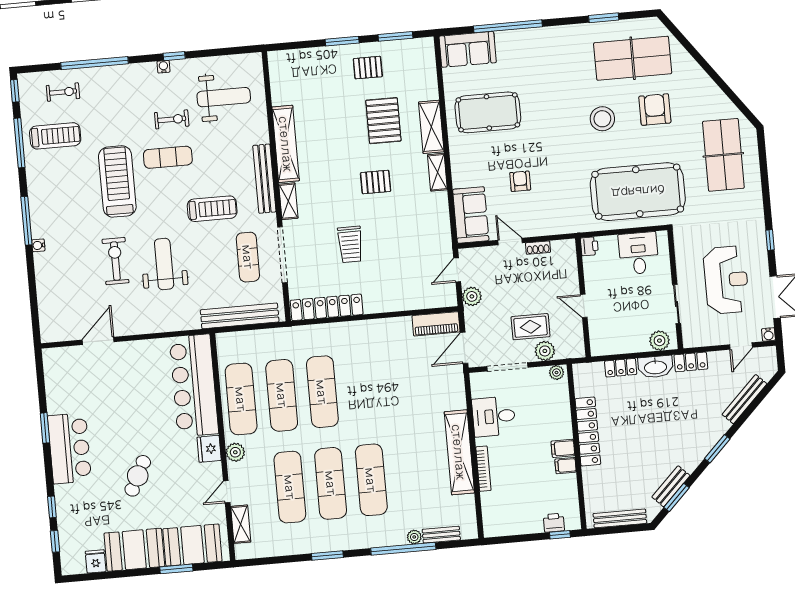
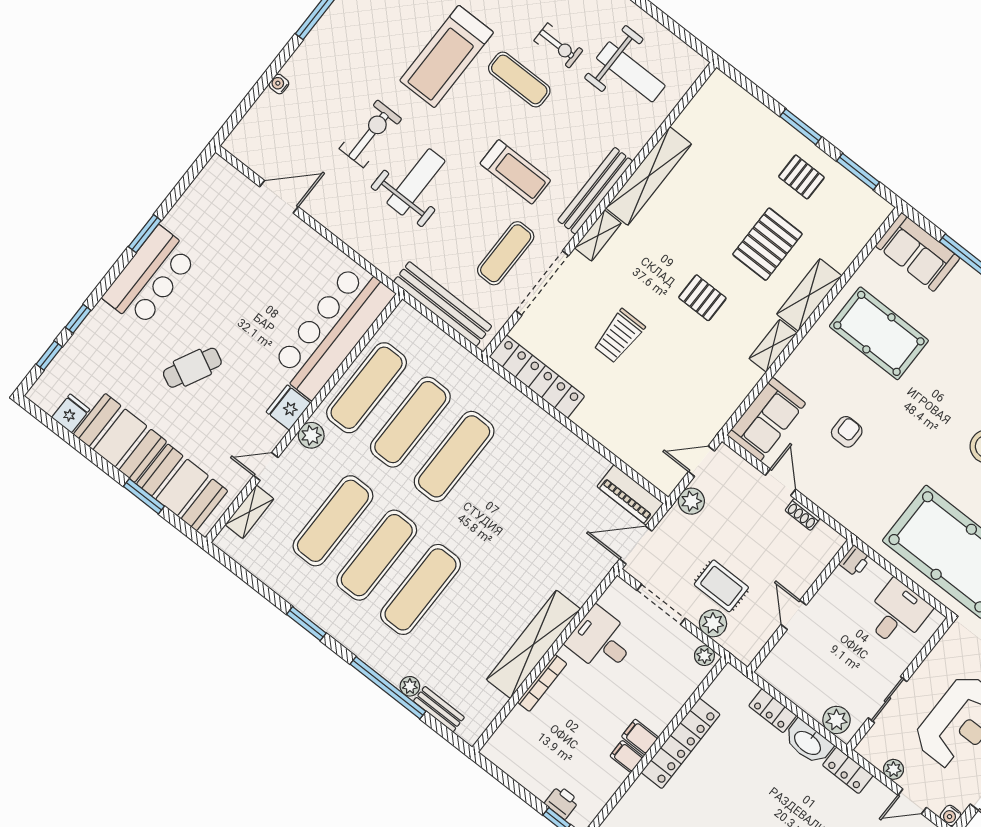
treadmill: (117, 181) -> (447, 56), turned 180
water cooler: (38, 245) -> (279, 84), moved
plant: (715, 338) -> (893, 769), added

